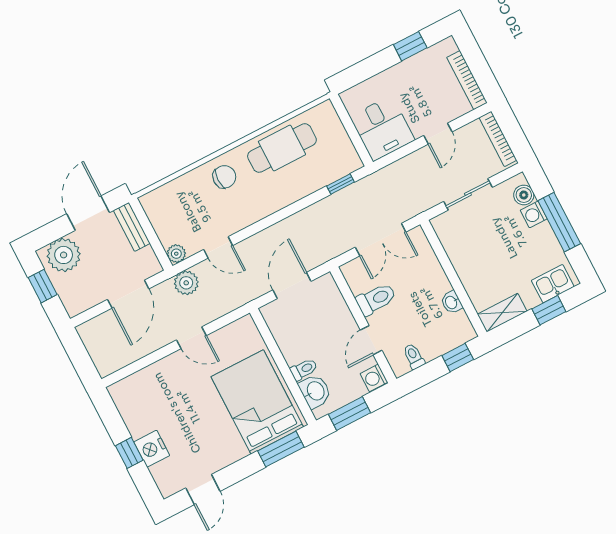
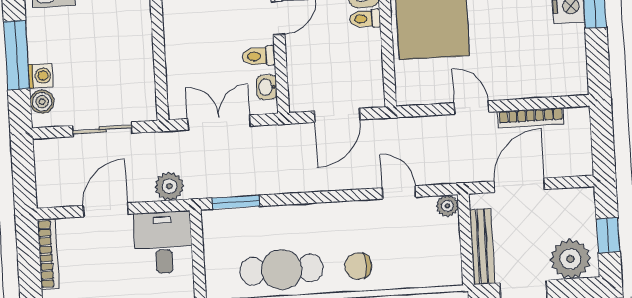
door: (438, 134) -> (106, 210), width x1.38
bookcase: (498, 139) -> (531, 118), moved, turned 90
window: (340, 184) -> (236, 202), width x1.50
bench: (132, 227) -> (482, 246), width x1.36
plant: (186, 283) -> (169, 186), moved
toilet: (376, 299) -> (259, 56), width x0.73, depth x0.72
washbasin: (451, 302) -> (267, 87), moved, turned 180

